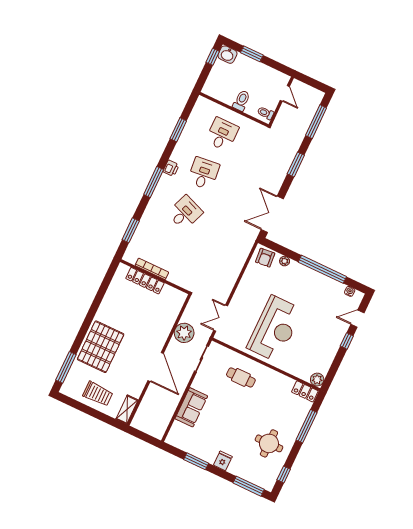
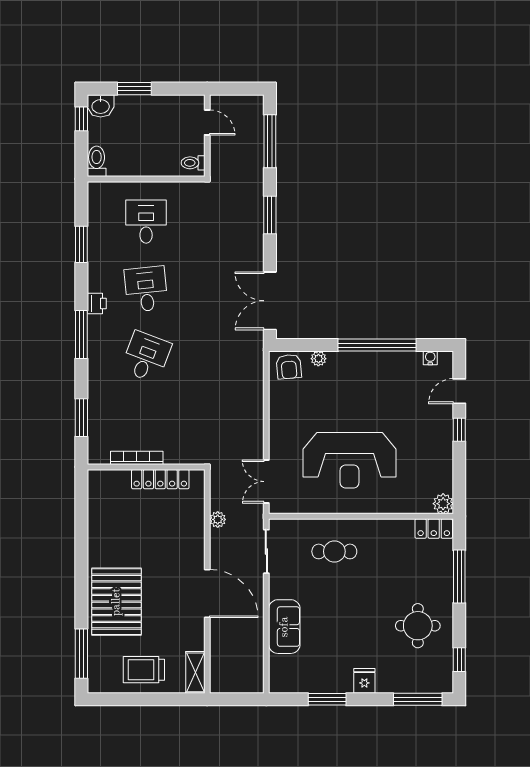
toilet: (241, 101) -> (97, 161), moved
locker: (145, 281) -> (160, 479), moved
reception desk: (275, 329) -> (350, 460), turned 90
plant: (184, 333) -> (218, 519), width x0.53, depth x0.53
trolley: (98, 394) -> (144, 670), turned 180

